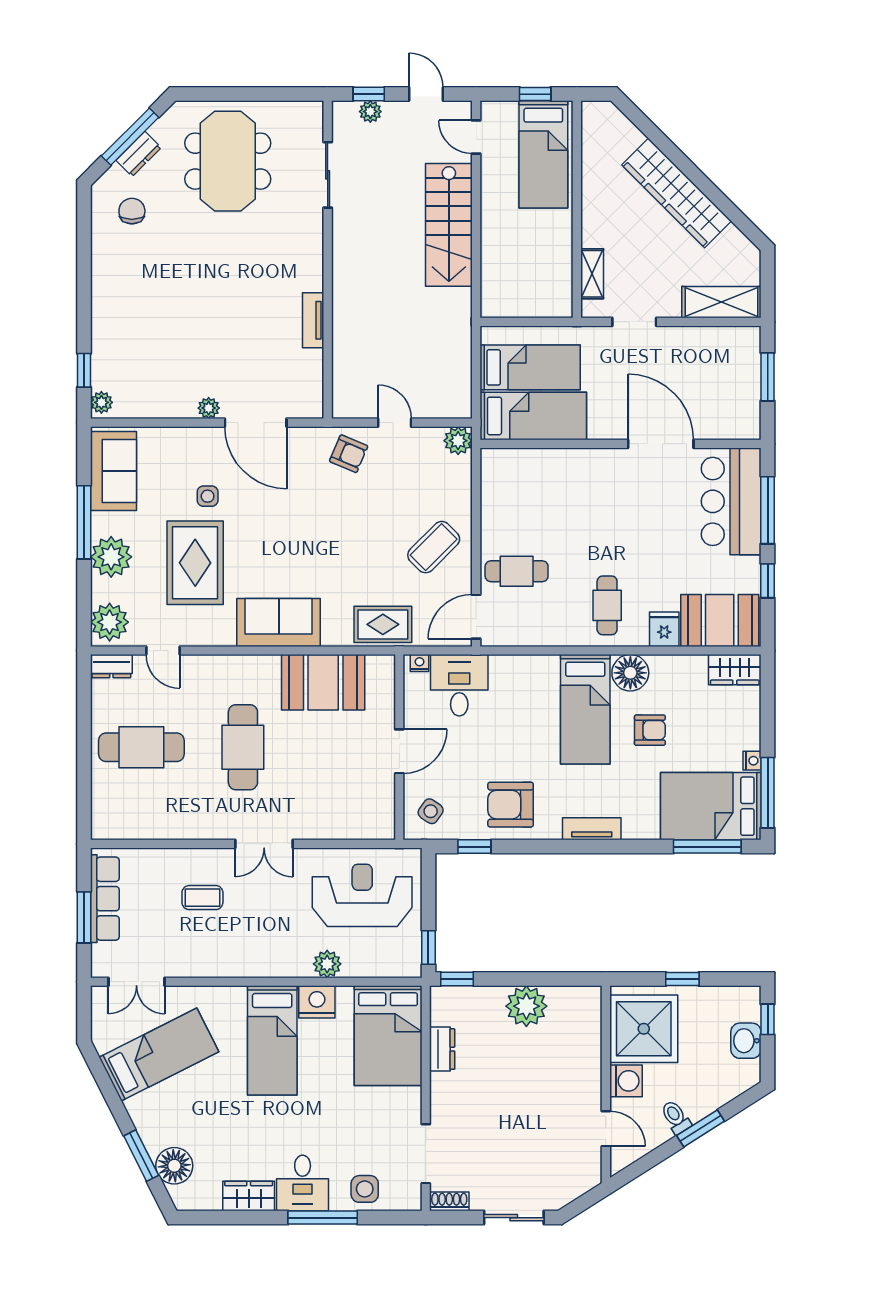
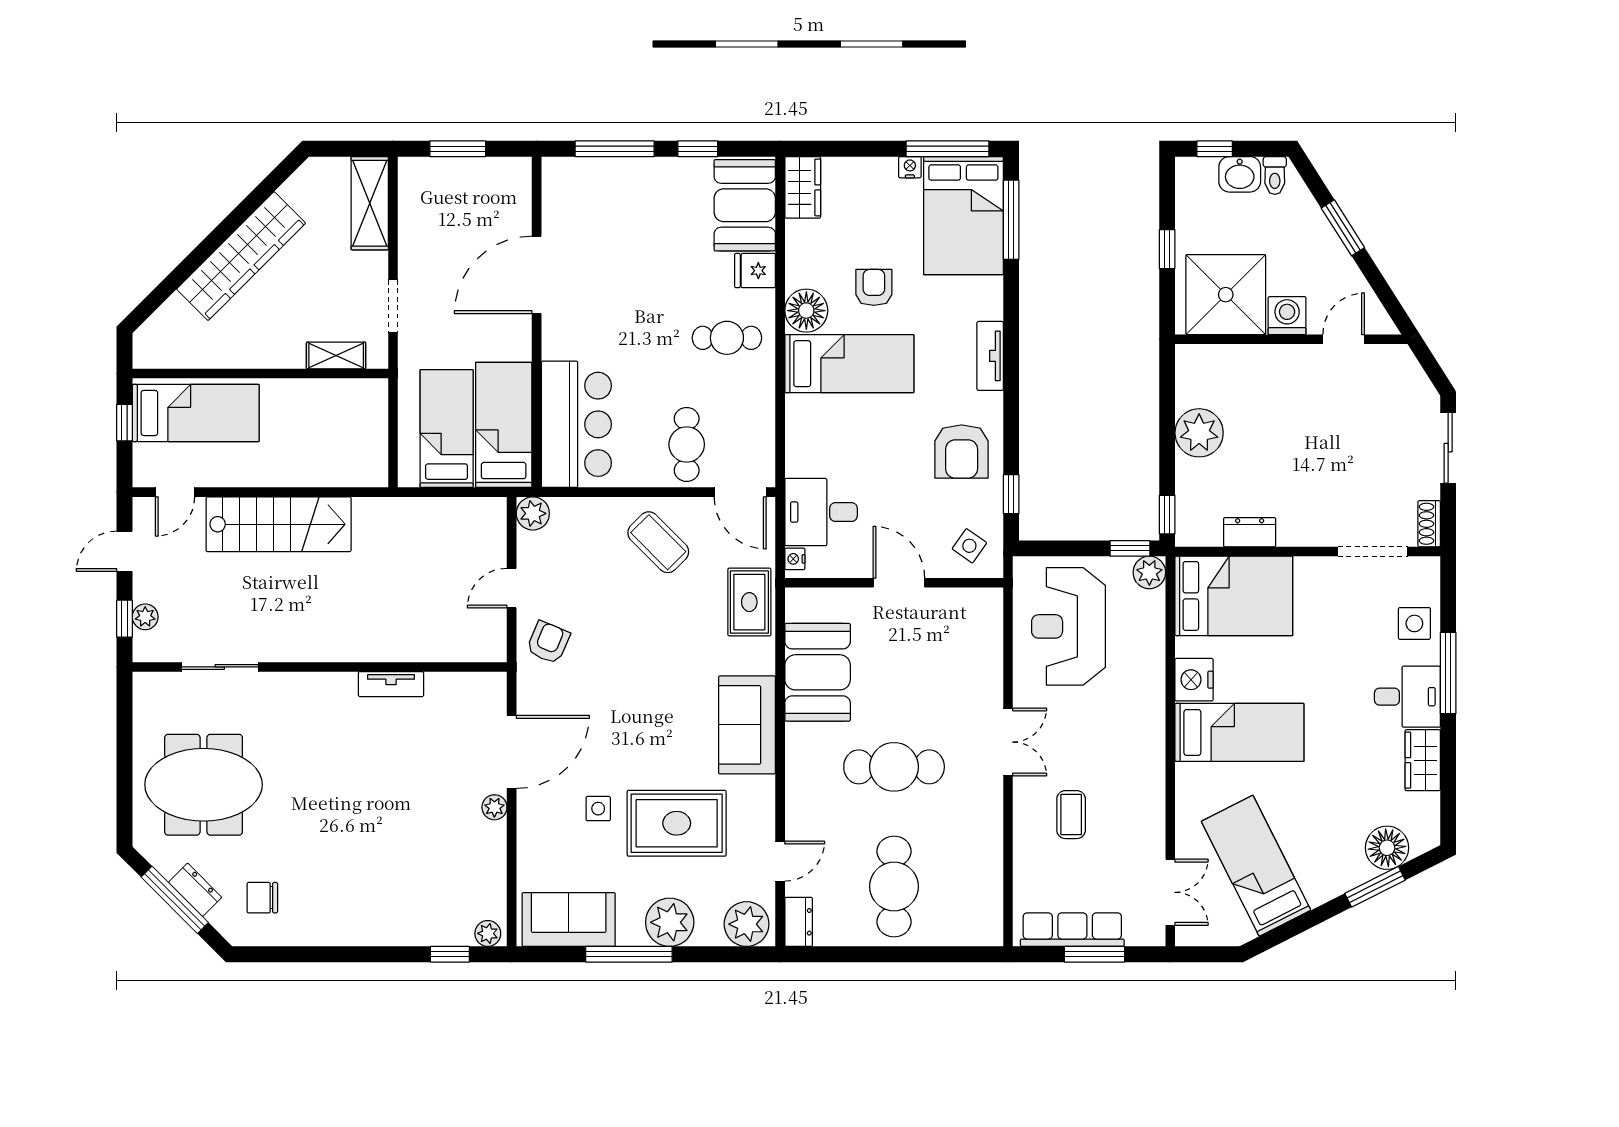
bar counter: (731, 501) -> (576, 424), moved, turned -90
plant: (327, 964) -> (1149, 572), moved
toilet: (676, 1117) -> (1275, 176), moved, turned -58

